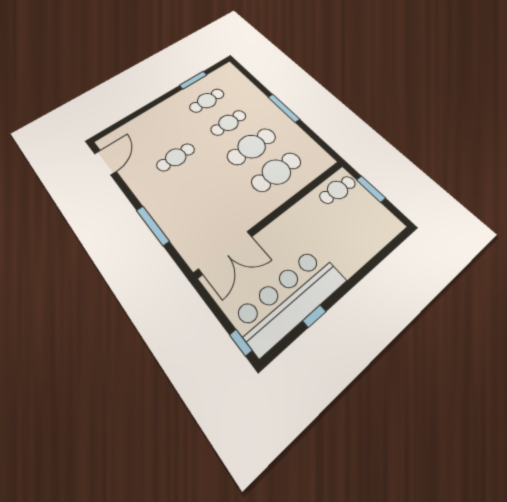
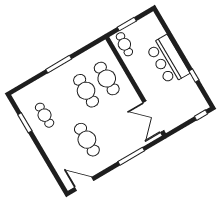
cafe table: (228, 123) -> (65, 103), removed
cafe table: (176, 157) -> (87, 140), width x1.37, depth x1.35
double door: (225, 253) -> (153, 117), swing flipped
bar counter: (288, 299) -> (168, 60), moved, width x0.73

